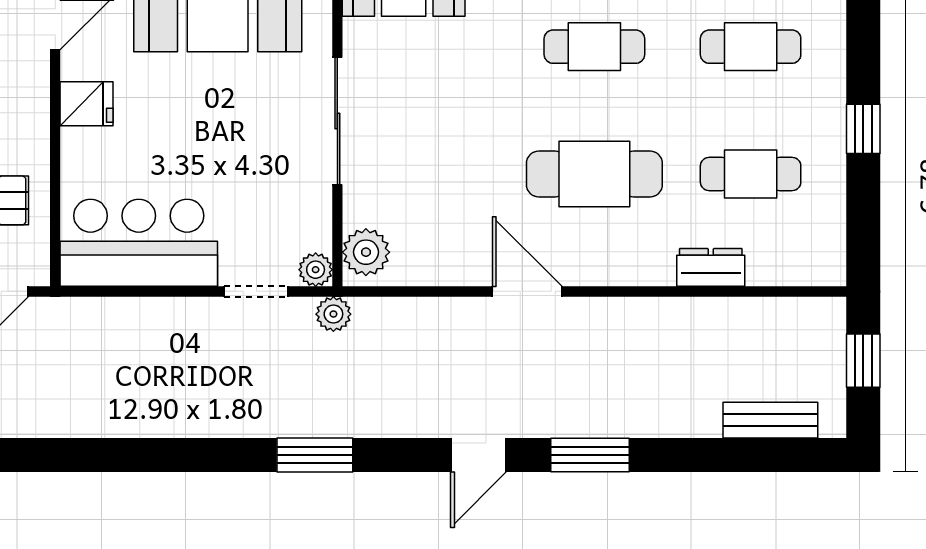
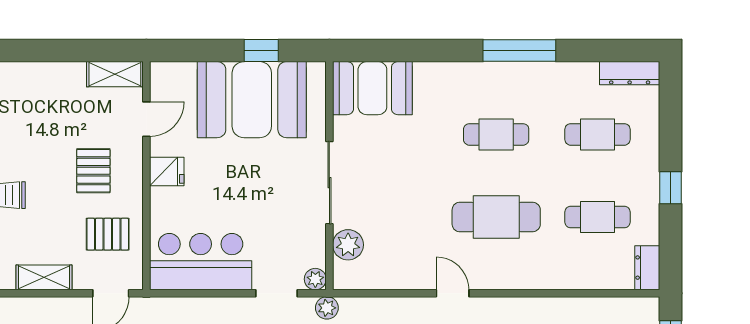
plant: (366, 252) -> (348, 245), moved
dresser: (711, 267) -> (647, 268), moved, turned -90
door: (527, 291) -> (453, 293), width x0.73

